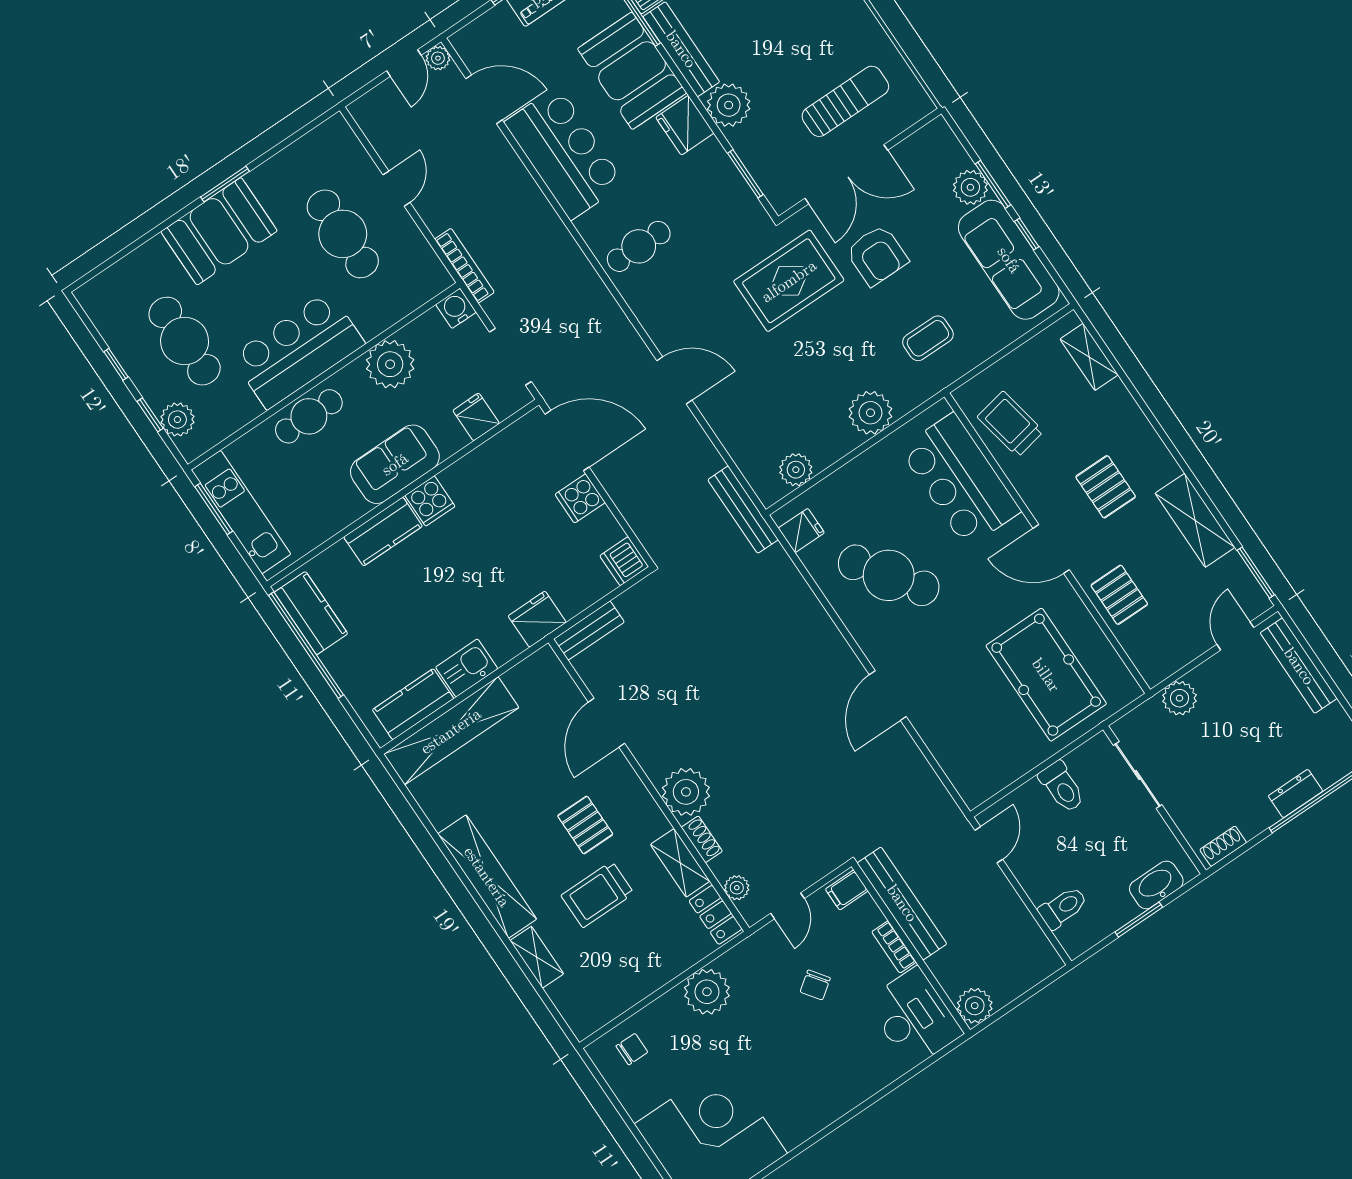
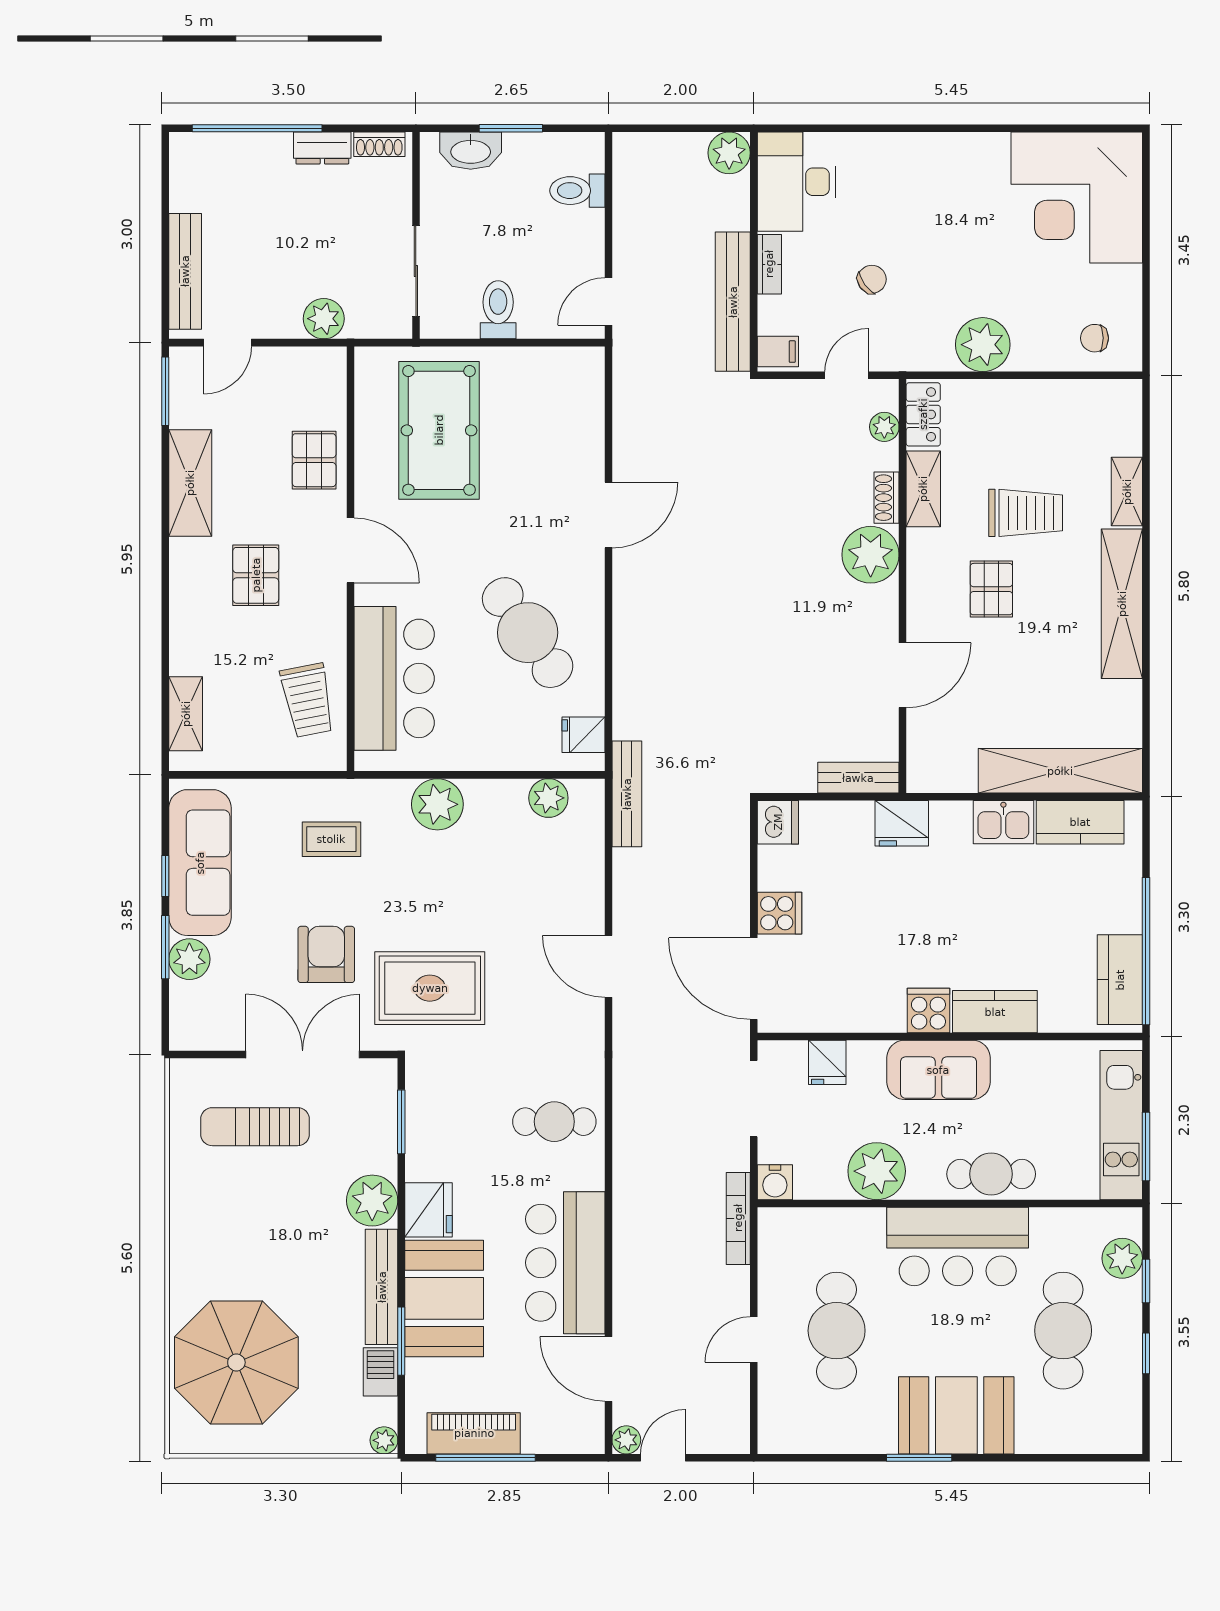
dresser: (1295, 793) -> (322, 148), moved

